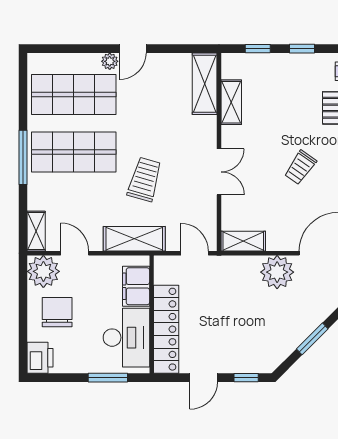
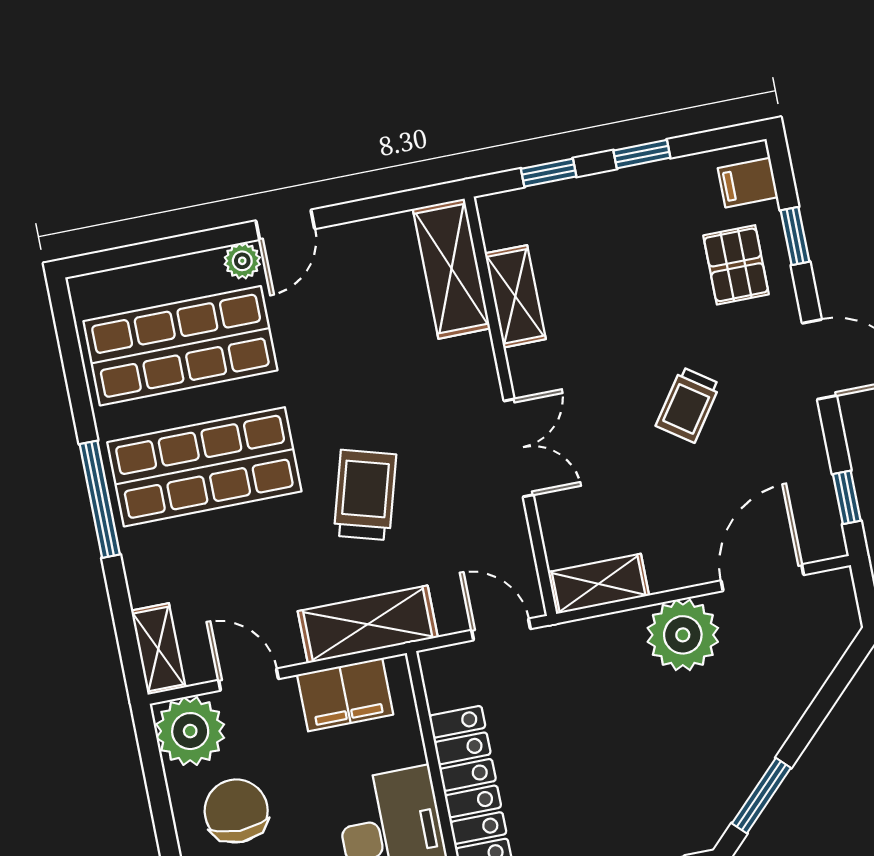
filing cabinet: (136, 286) -> (345, 695), moved, turned -90
window: (312, 339) -> (761, 796), moved

